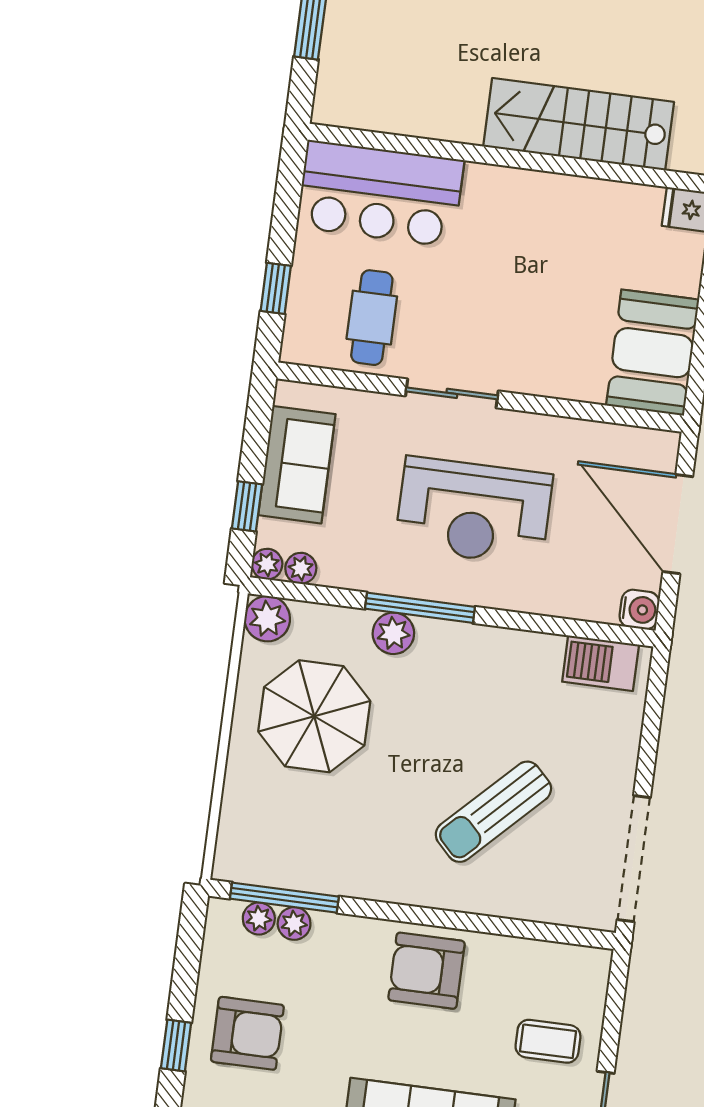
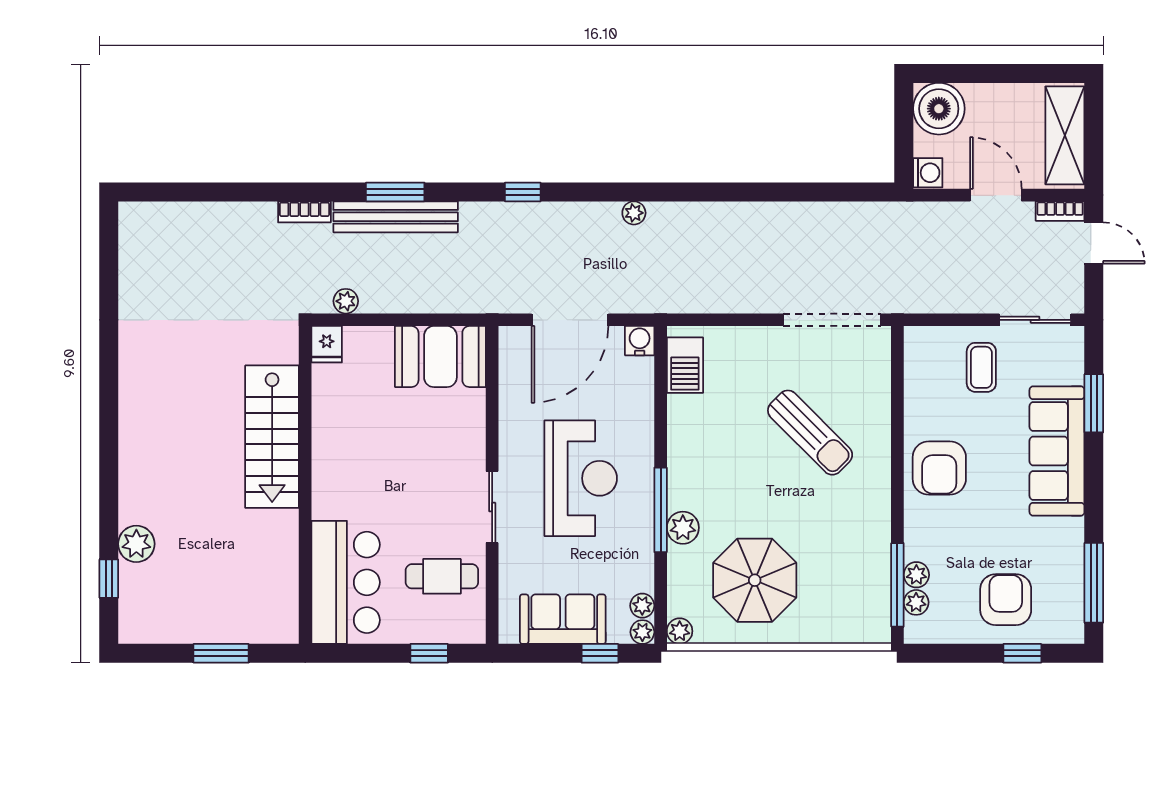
plant: (267, 619) -> (680, 631), width x0.73, depth x0.73

